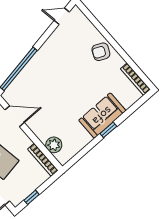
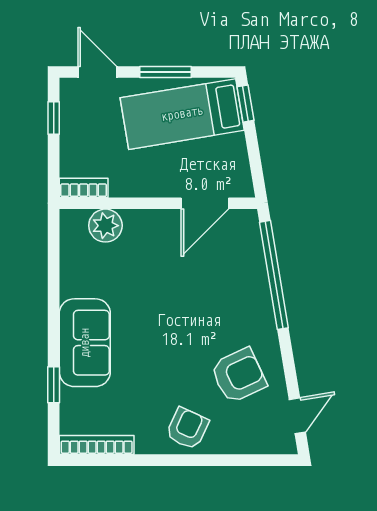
armchair: (66, 50) -> (239, 375), added
window: (108, 130) -> (54, 385), moved
bookcase: (43, 160) -> (84, 188), width x0.64

